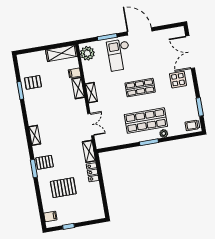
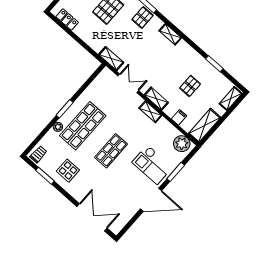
checkout: (119, 55) -> (152, 165), turned 180
shelving: (29, 57) -> (231, 99), added
display table: (178, 80) -> (68, 171), moved
pallet: (33, 82) -> (190, 86), moved
shelving: (78, 88) -> (156, 99), moved
double door: (91, 125) -> (128, 83), swing flipped
locker: (93, 172) -> (67, 19), moved

